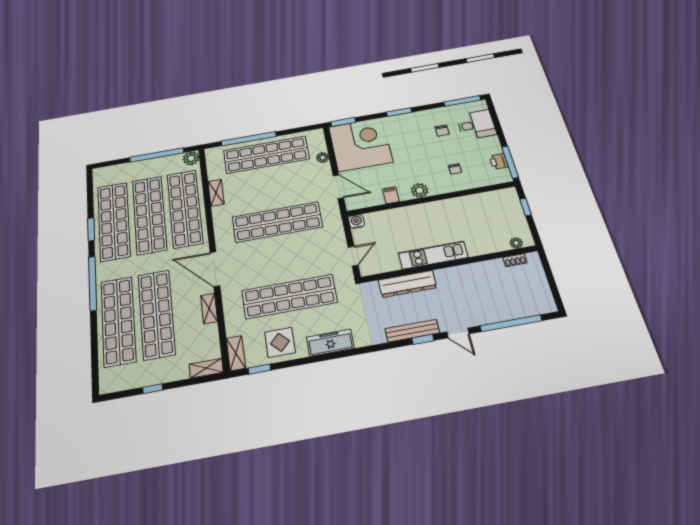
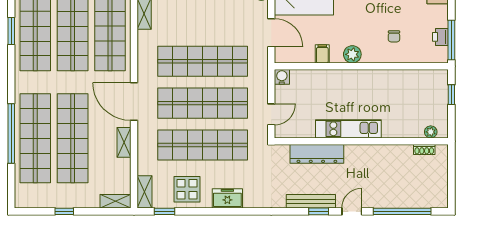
shop shelf: (283, 258) -> (203, 103), added
window: (93, 283) -> (11, 133), moved
door: (458, 333) -> (352, 211), swing flipped
freezer: (330, 343) -> (227, 198), width x0.71

